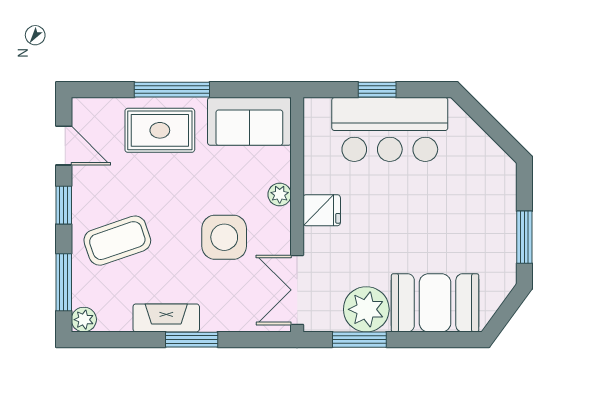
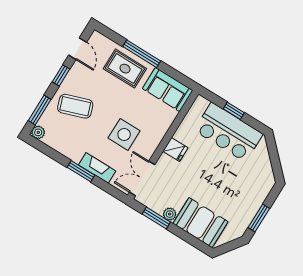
plant: (280, 195) -> (161, 131), removed
plant: (366, 309) -> (170, 214), width x0.53, depth x0.53
fireplace: (166, 318) -> (97, 168), moved

